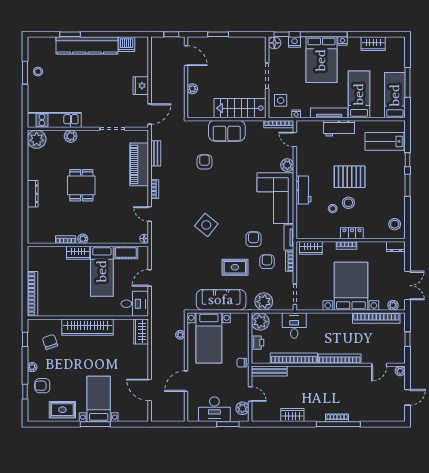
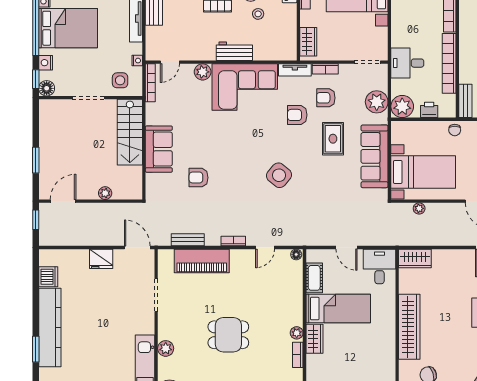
bench: (269, 371) -> (465, 101), width x0.73

